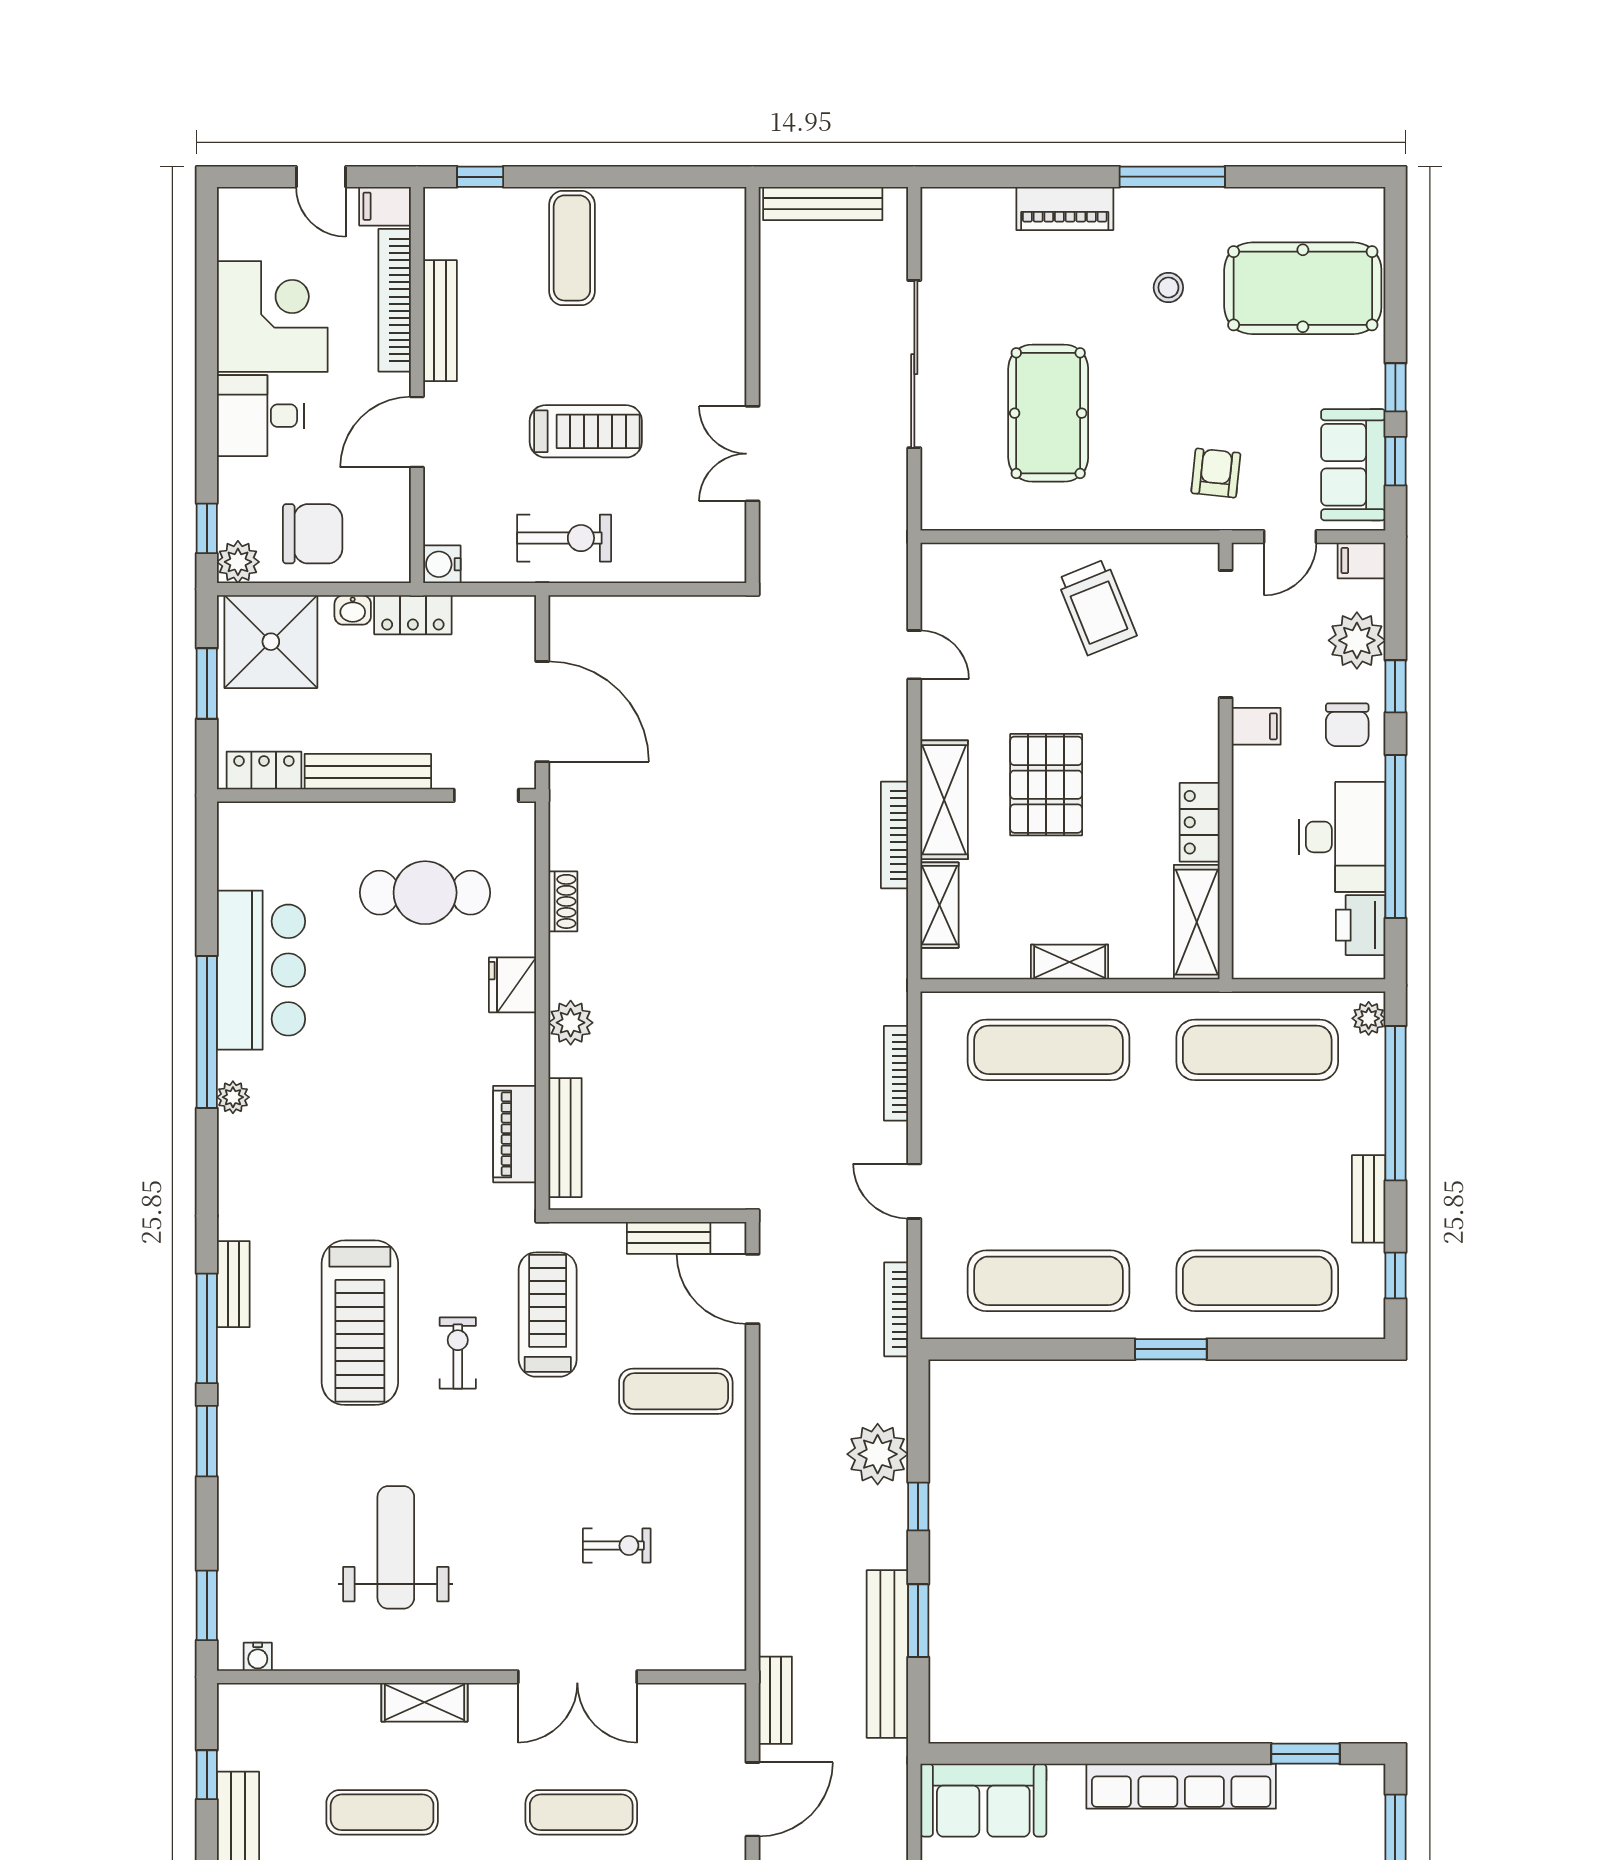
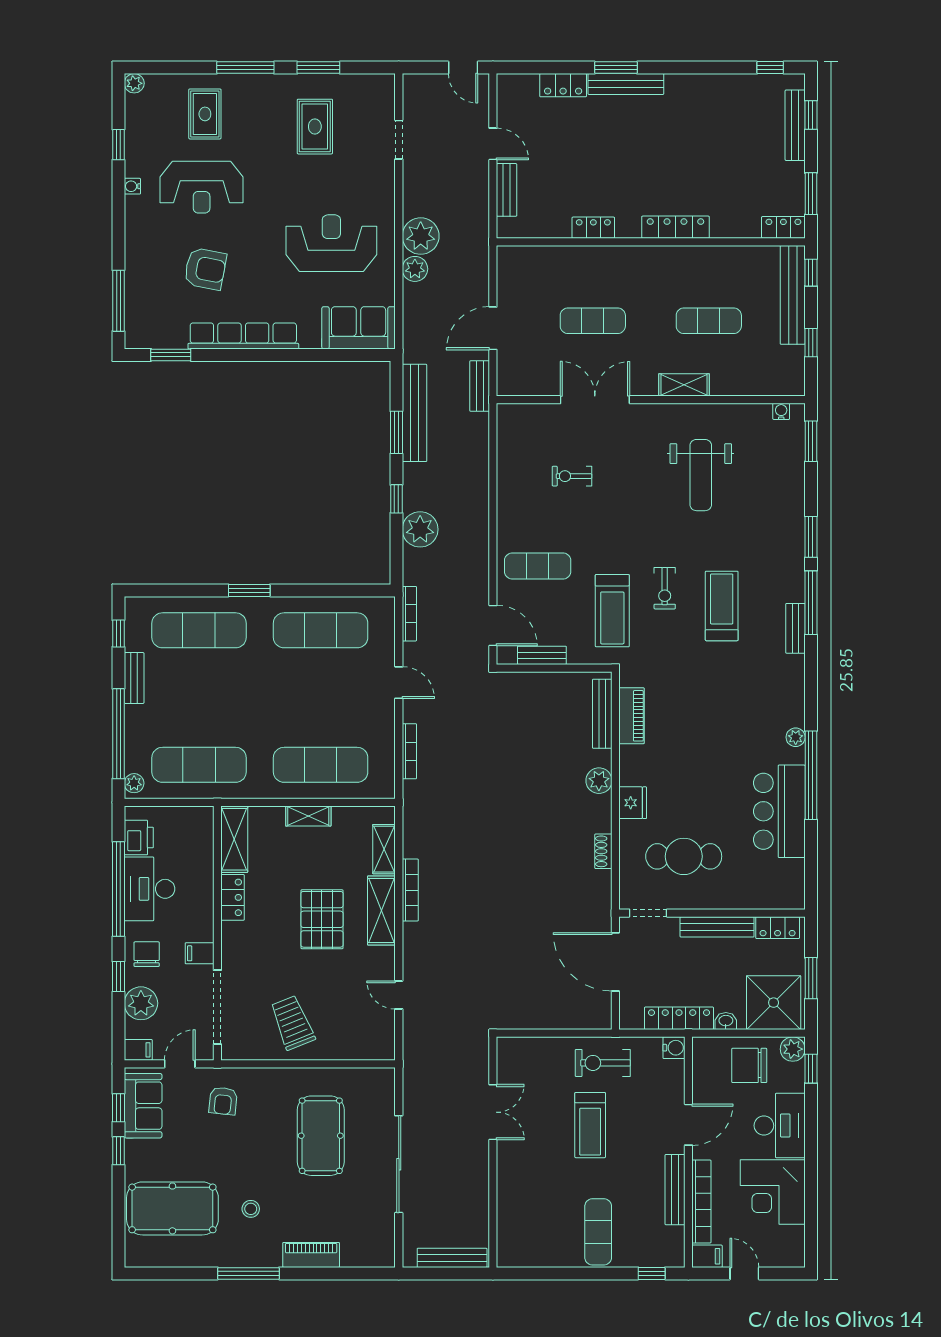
desk: (260, 416) -> (780, 1126), width x1.37
treadmill: (586, 431) -> (590, 1125), turned -90
locker: (413, 615) -> (679, 1018), width x1.53
treadmill: (360, 1323) -> (722, 606), width x0.73, depth x0.73

